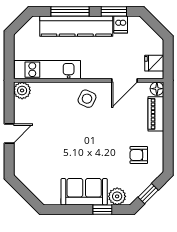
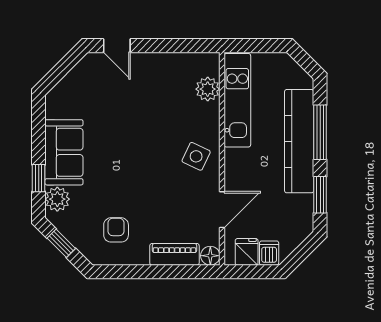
dishwasher: (121, 25) -> (269, 253), moved, turned 90
door: (124, 80) -> (222, 210), swing flipped
plant: (22, 90) -> (208, 89), moved
door: (9, 134) -> (117, 46), moved

